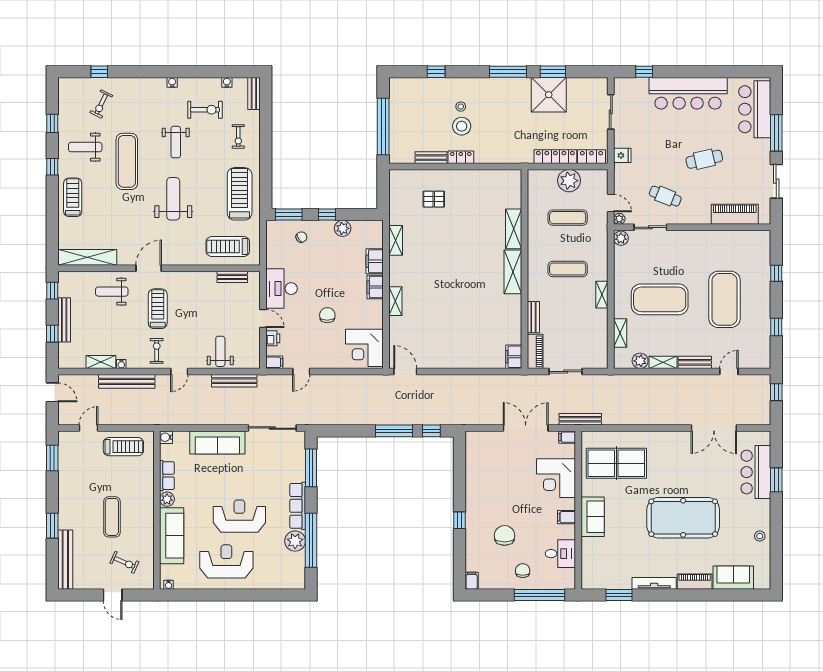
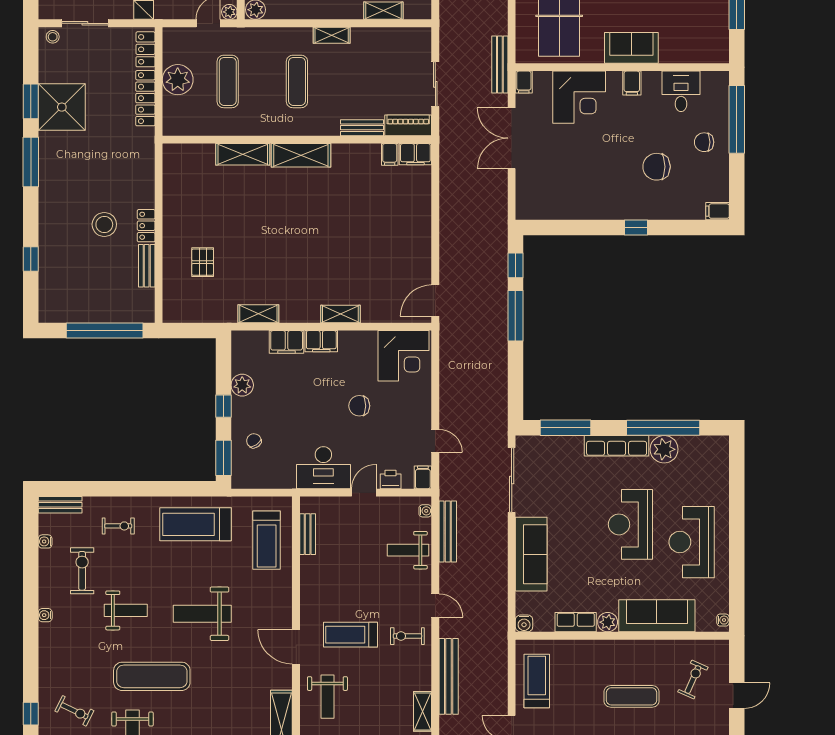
stool: (461, 107) -> (53, 37), moved
filing cabinet: (514, 338) -> (390, 154), added
water cooler: (121, 364) -> (425, 511), moved

